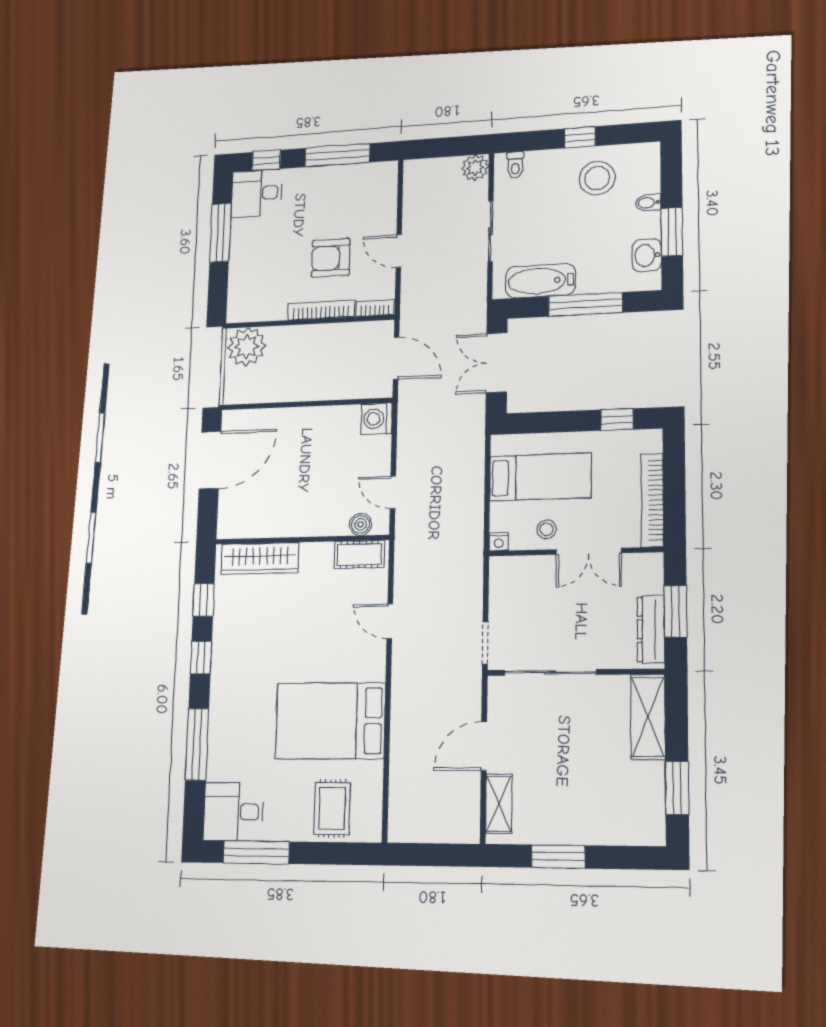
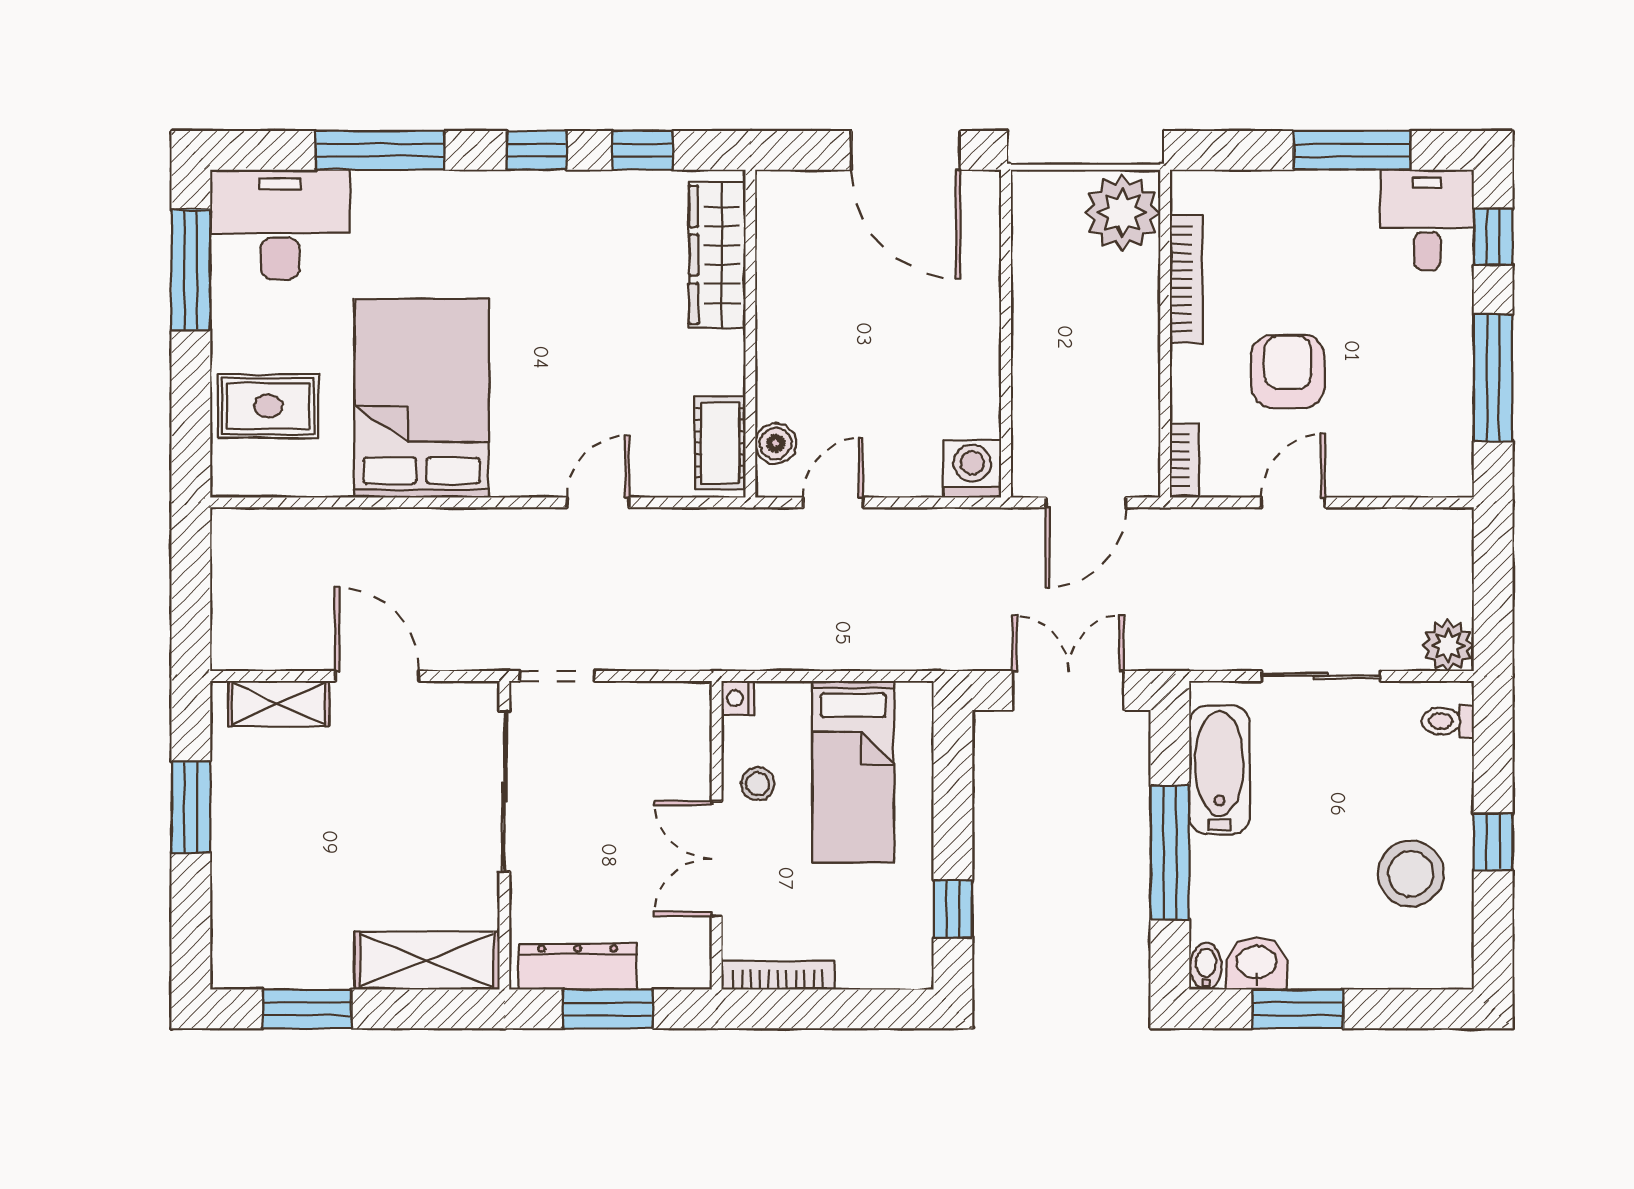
bidet: (648, 203) -> (1206, 966), moved
bookcase: (321, 310) -> (1186, 279), moved
bookcase: (652, 500) -> (778, 975), width x0.68, depth x0.76
desk: (233, 812) -> (280, 225), width x1.37

